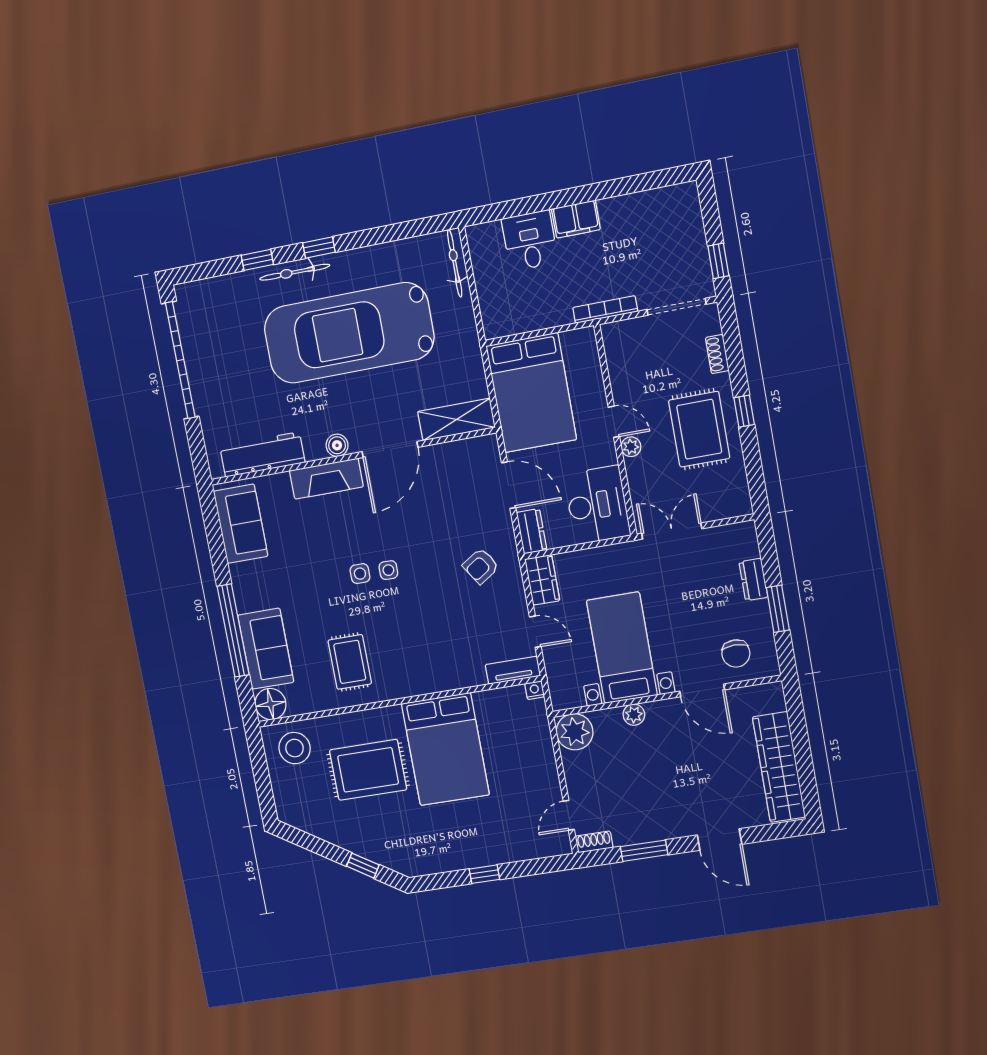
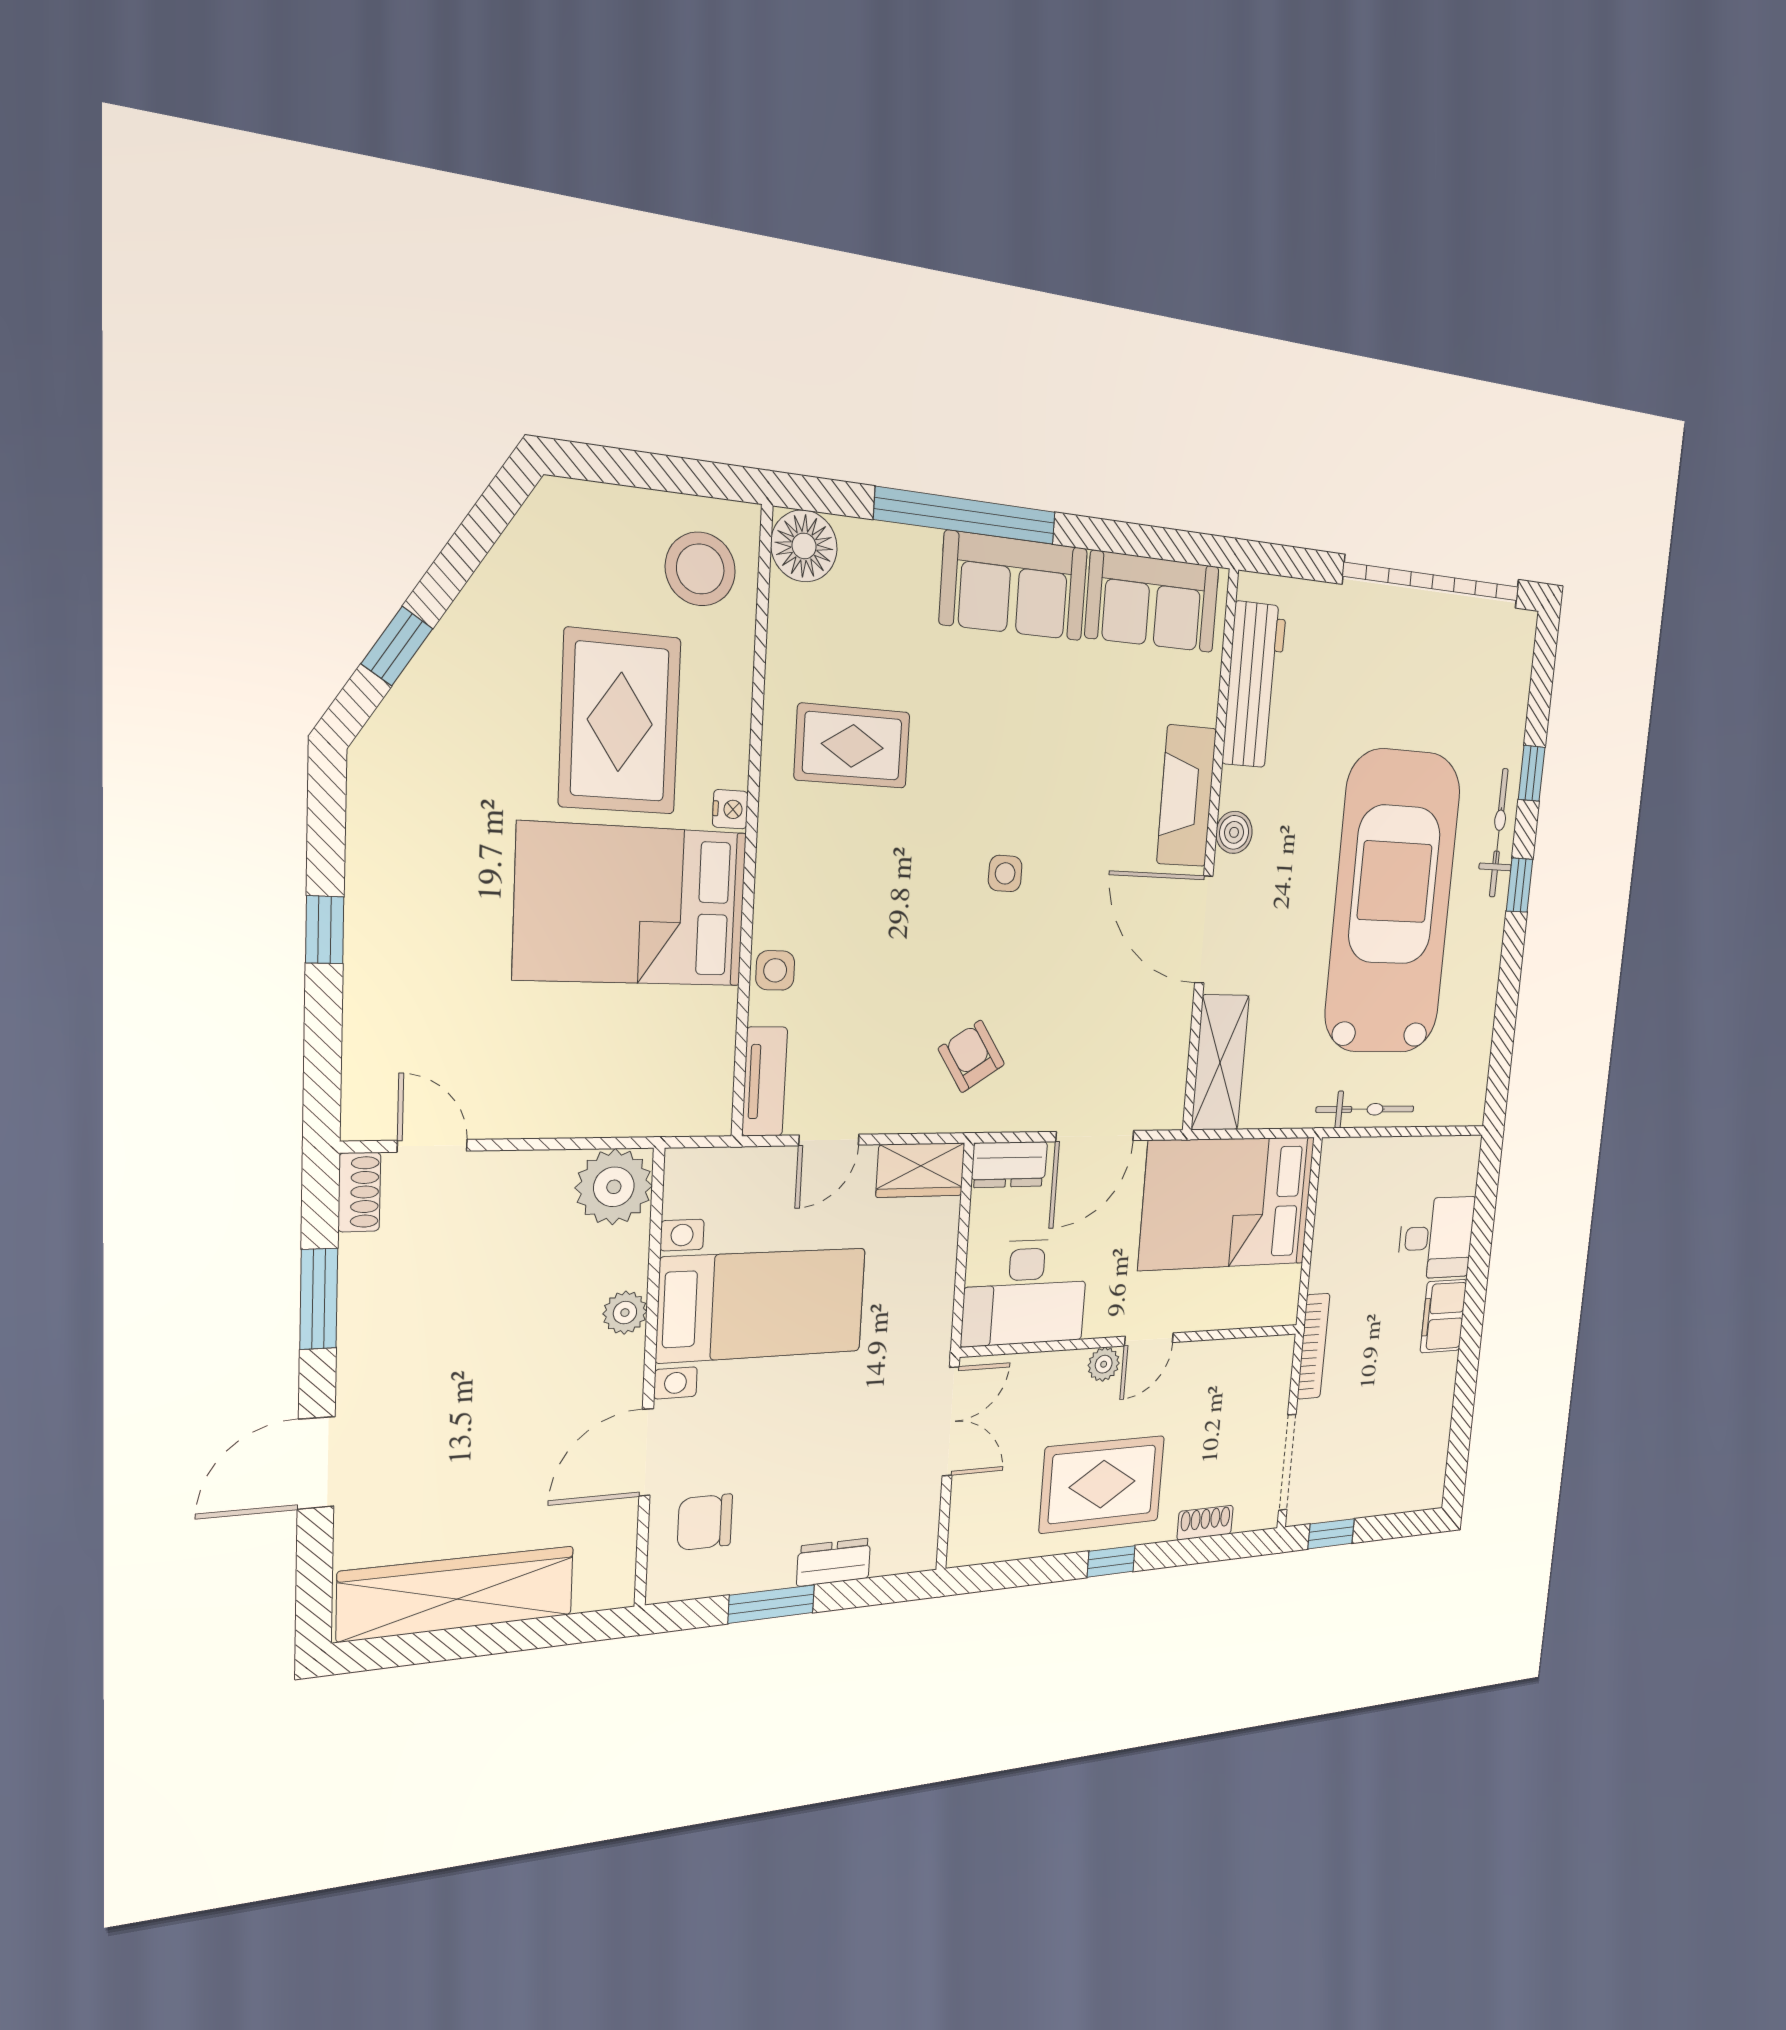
bicycle: (455, 263) -> (1365, 1109), moved
side table: (360, 574) -> (775, 970), moved
sofa: (266, 649) -> (1014, 586), moved
nightstand: (535, 690) -> (730, 809), moved

